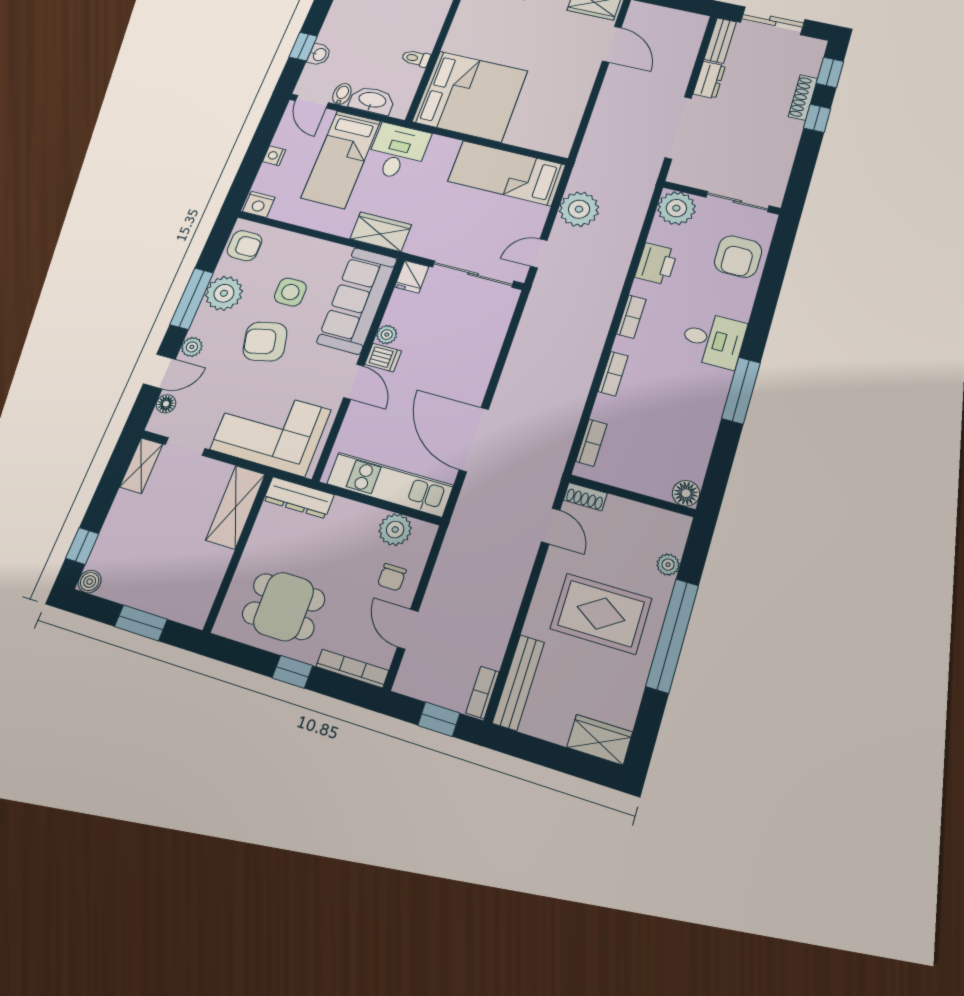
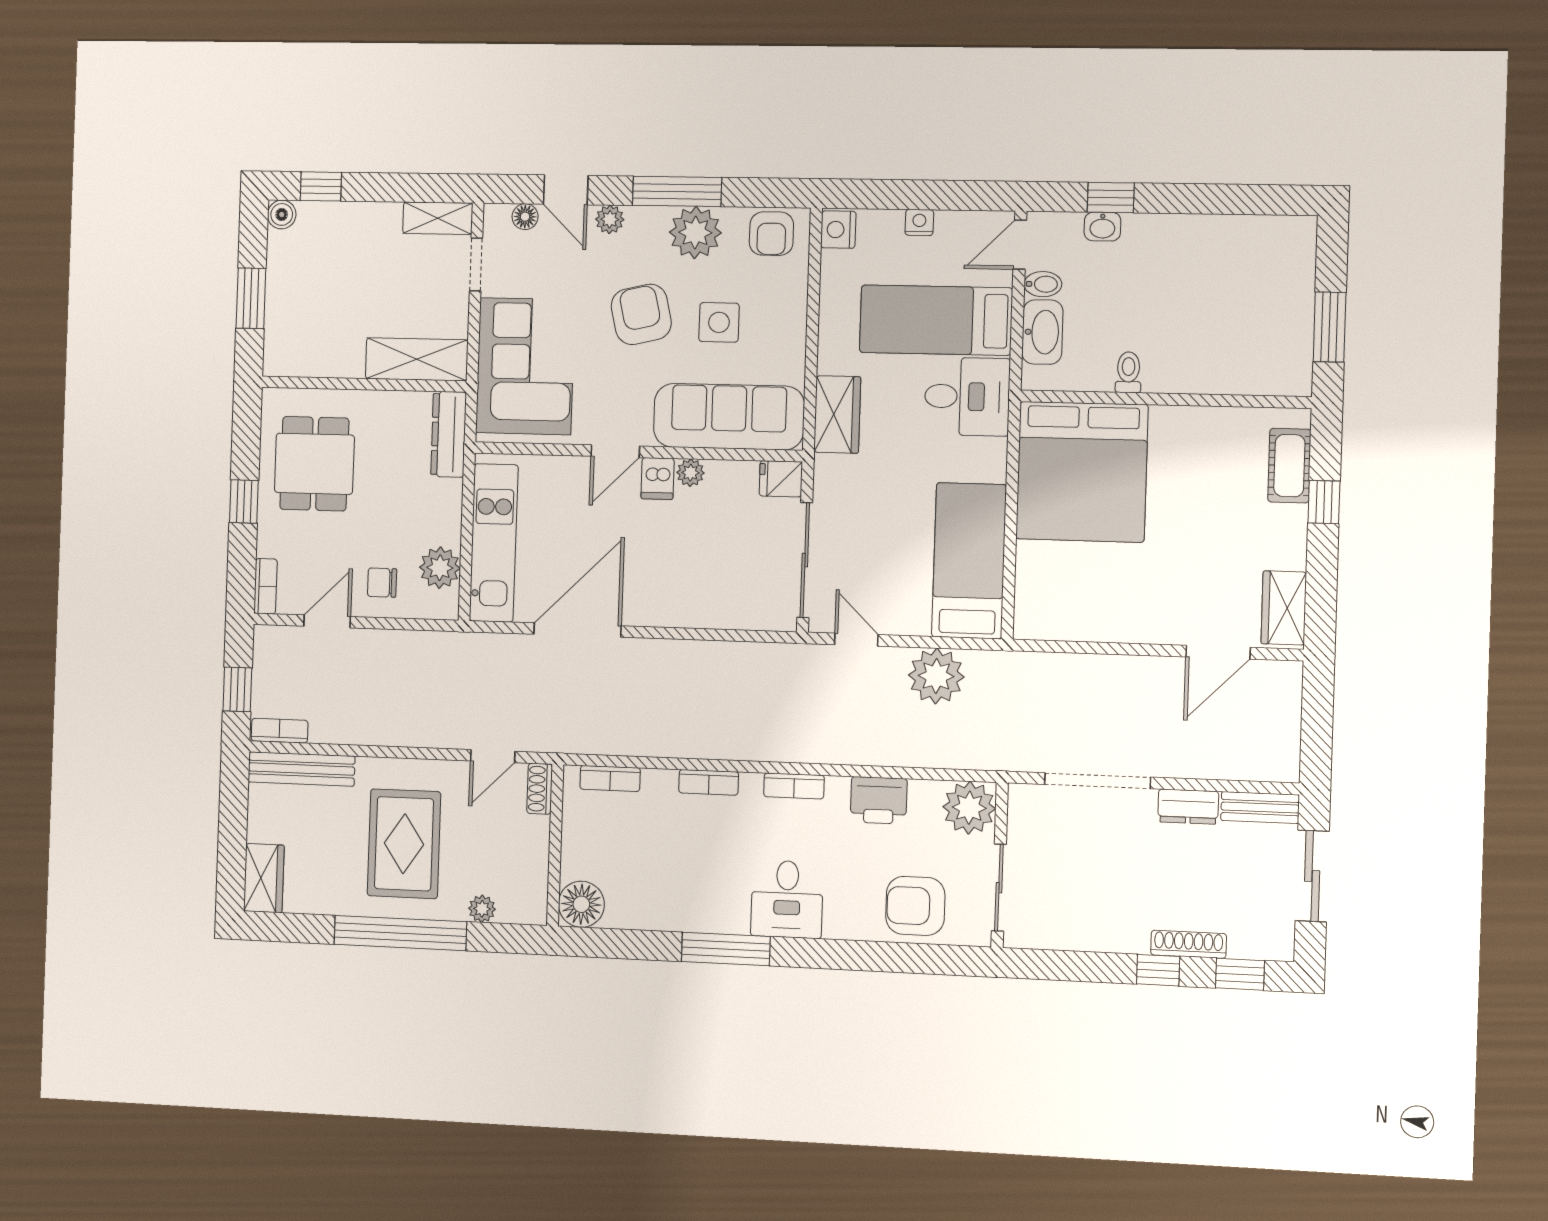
floor lamp: (686, 493) -> (581, 904), width x1.38, depth x1.38
bookcase: (352, 669) -> (266, 586), width x0.64

